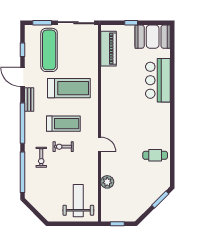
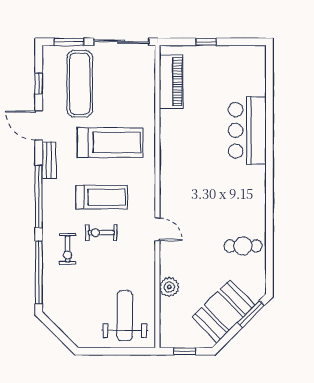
booth: (153, 37) -> (224, 311), moved, turned -45

